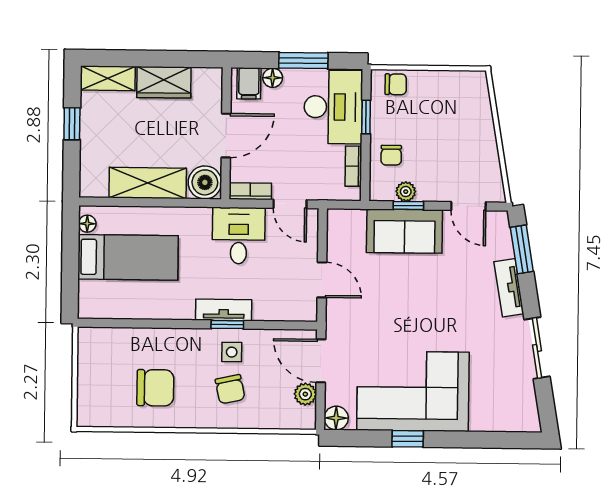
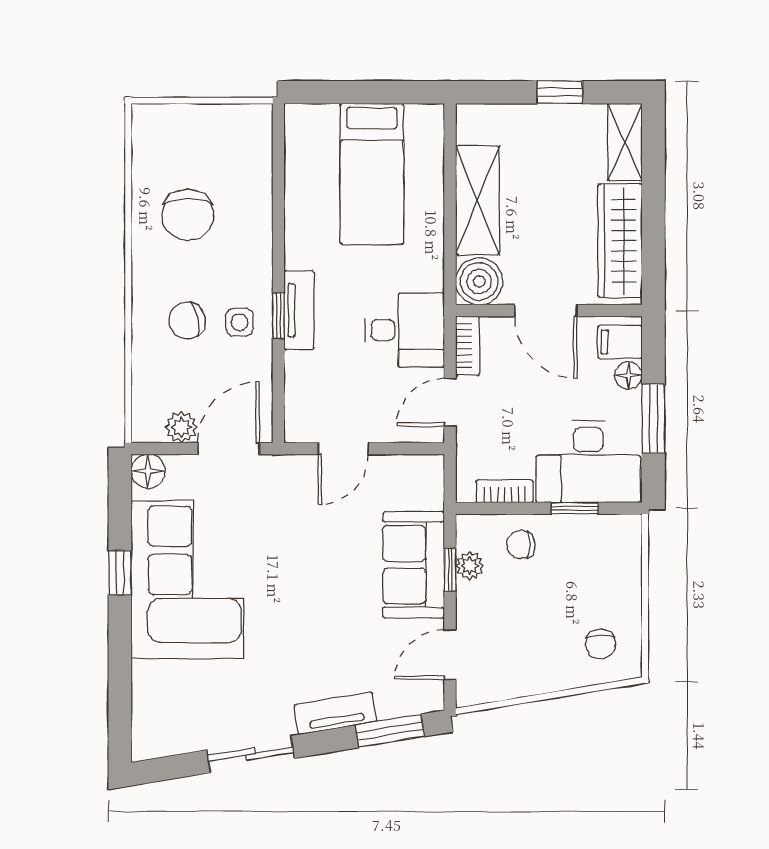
wardrobe: (164, 82) -> (620, 241), width x1.50
chair: (396, 84) -> (600, 644), moved
floor lamp: (87, 224) -> (419, 116), removed

